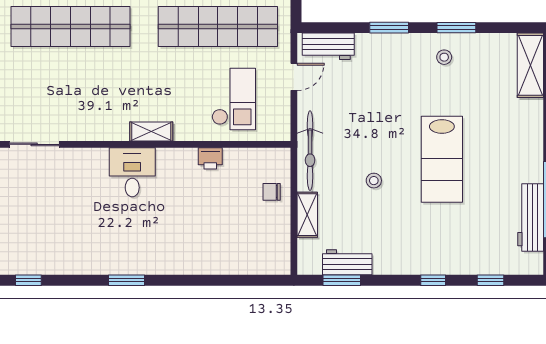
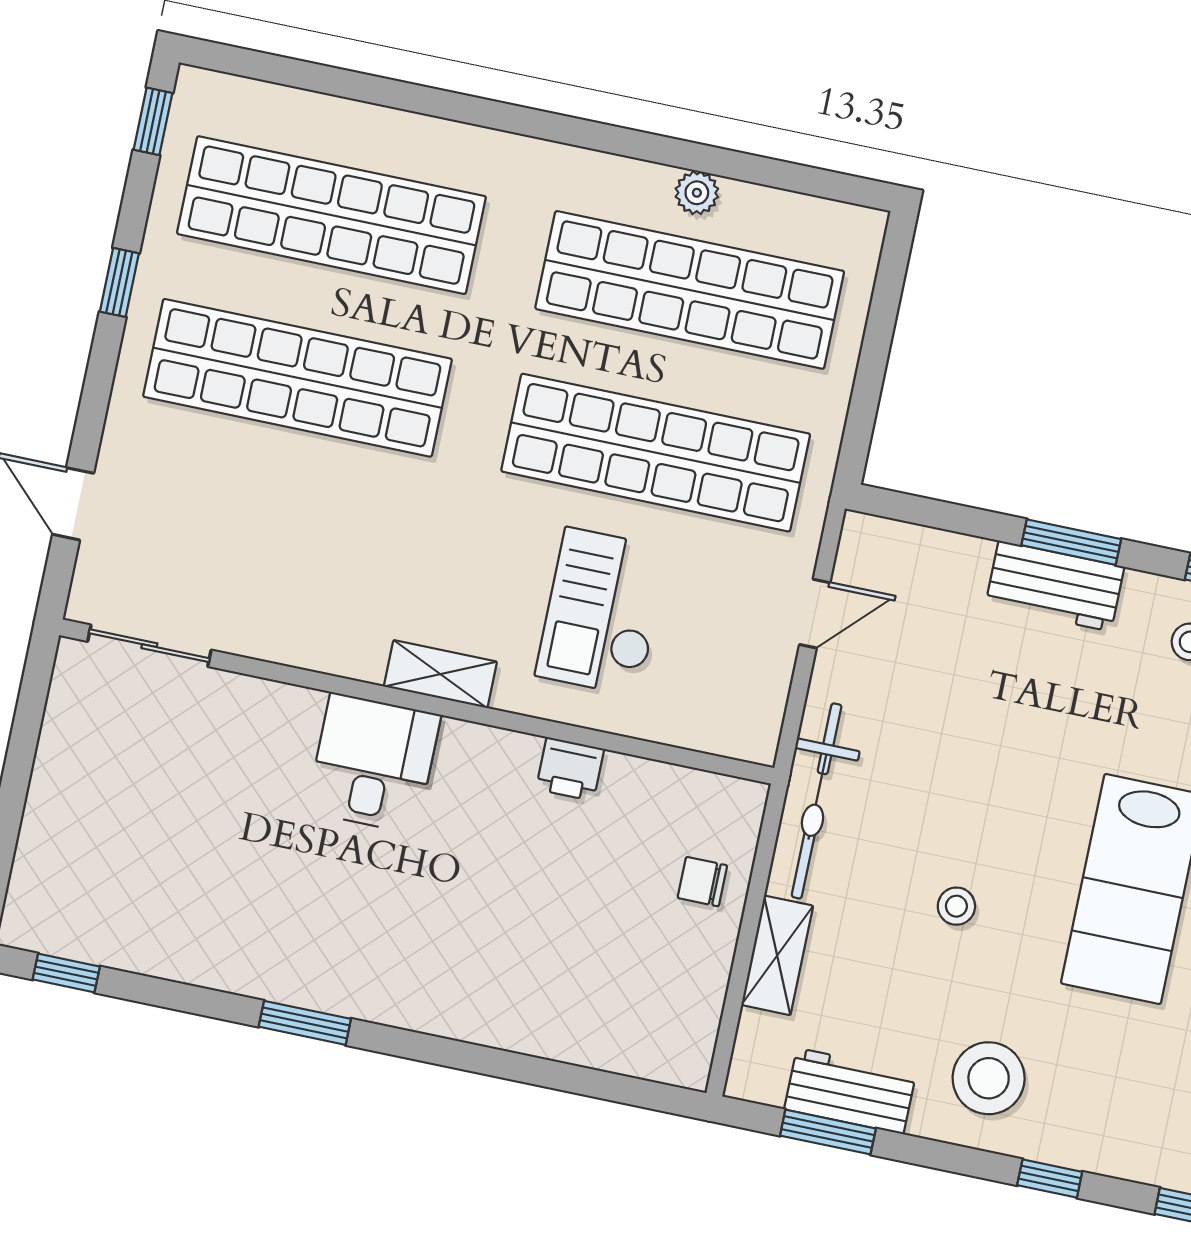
workbench: (328, 46) -> (1055, 586), moved
checkout: (234, 99) -> (602, 612), moved, turned 180
stool: (401, 246) -> (989, 1078), added

